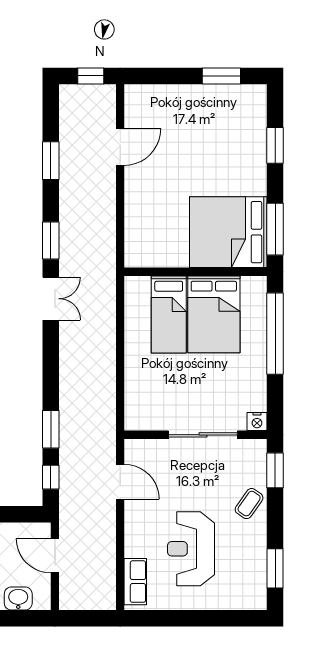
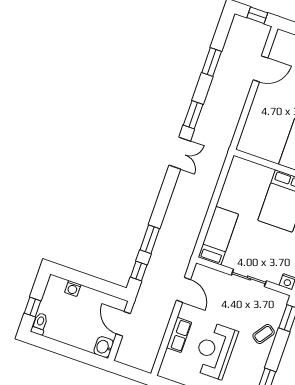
bed: (169, 314) -> (218, 236), moved, turned 180
sliding door: (203, 435) -> (249, 278), width x0.73
row of seats: (135, 582) -> (179, 335), moved
washbasin: (18, 599) -> (104, 347), moved, turned -90

